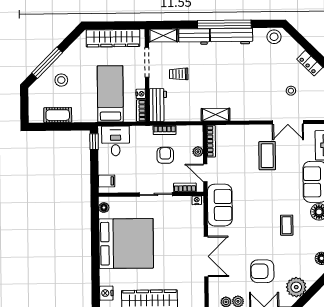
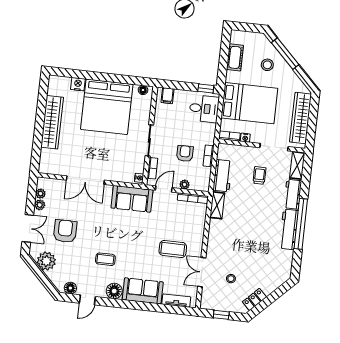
stool: (274, 37) -> (283, 269), removed
bed: (110, 94) -> (249, 103), width x1.50
workbench: (158, 105) -> (223, 176), moved, turned -90
armchair: (165, 155) -> (185, 153), turned -90
nightstand: (106, 293) -> (78, 84), moved

